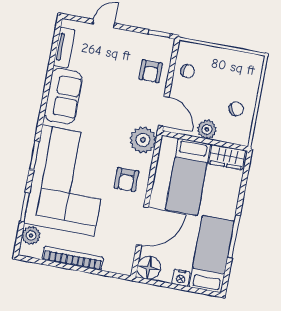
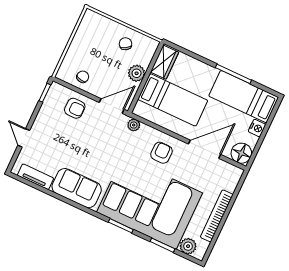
plant: (143, 140) -> (134, 125), width x0.53, depth x0.53
armchair: (126, 180) -> (161, 153), turned -90
door: (143, 226) -> (205, 149), hinge flipped

